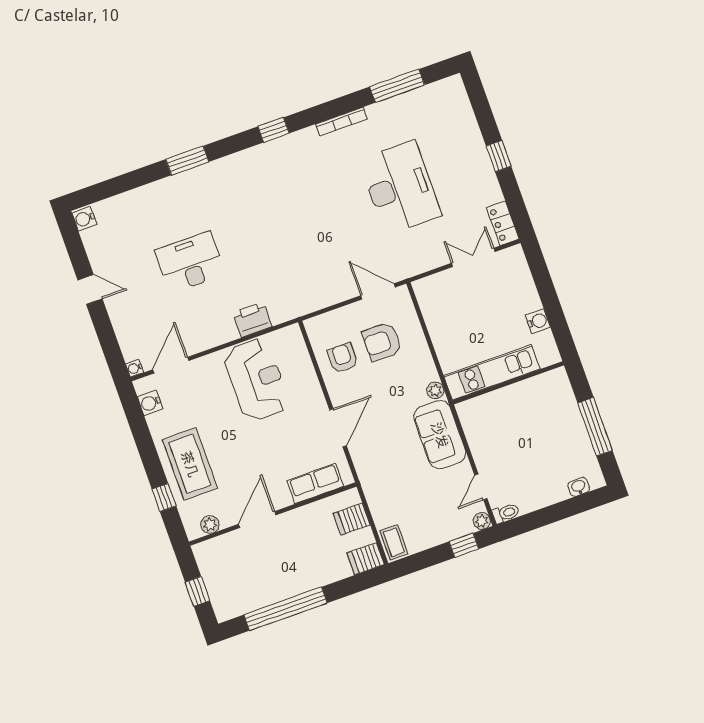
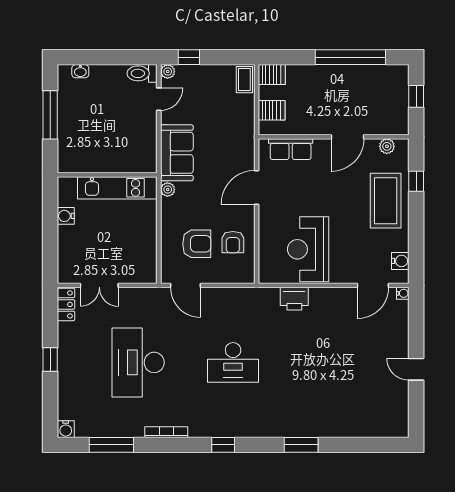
water cooler: (84, 219) -> (66, 429), moved, turned 90
desk: (190, 262) -> (233, 362), moved
toilet: (506, 513) -> (142, 73), width x1.37, depth x1.39

